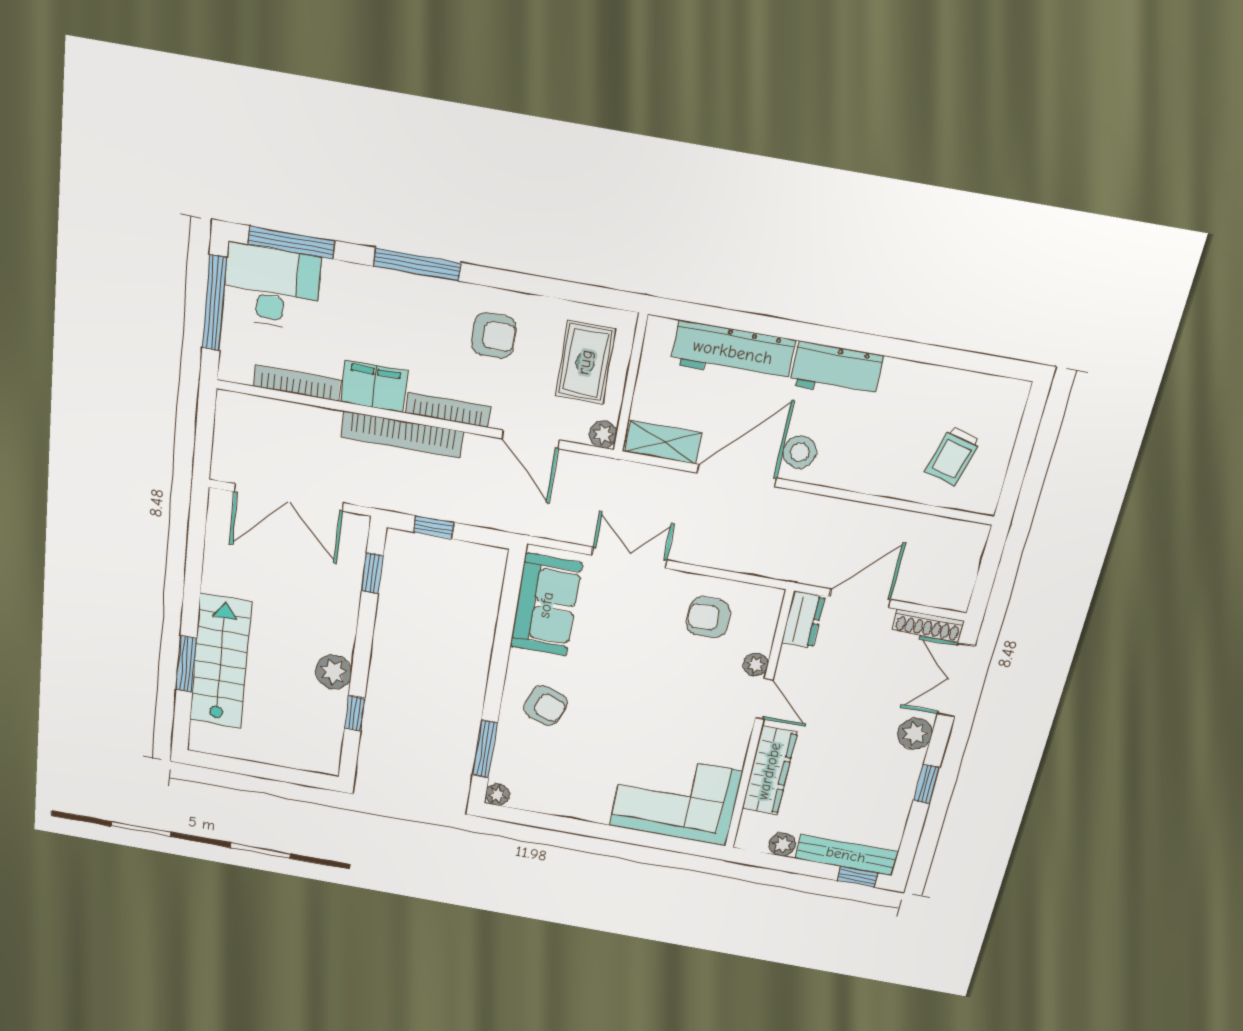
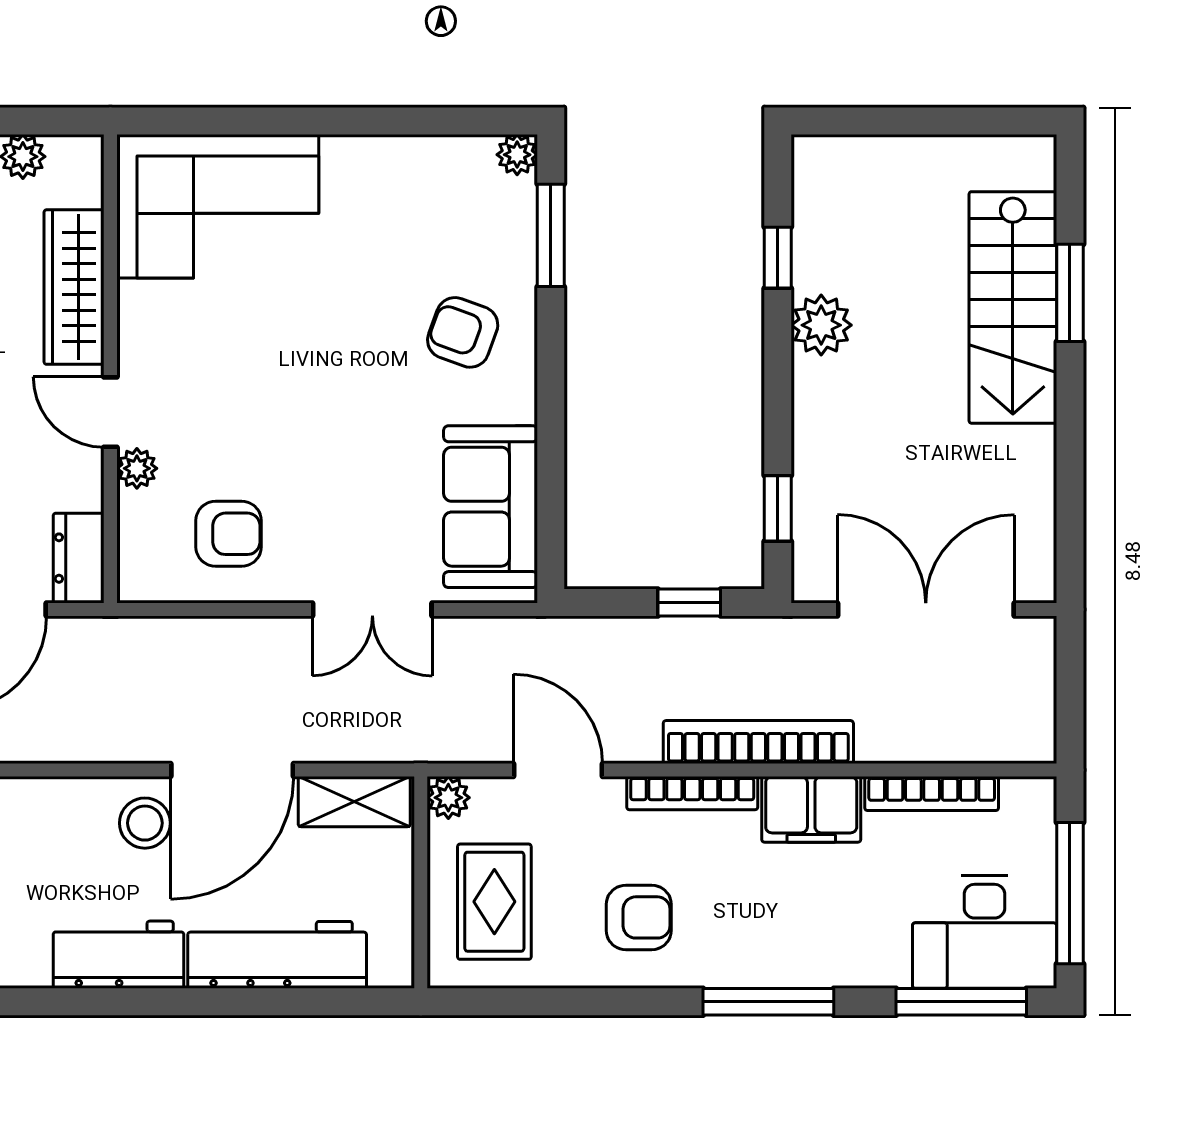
armchair: (494, 336) -> (639, 917), turned 180

